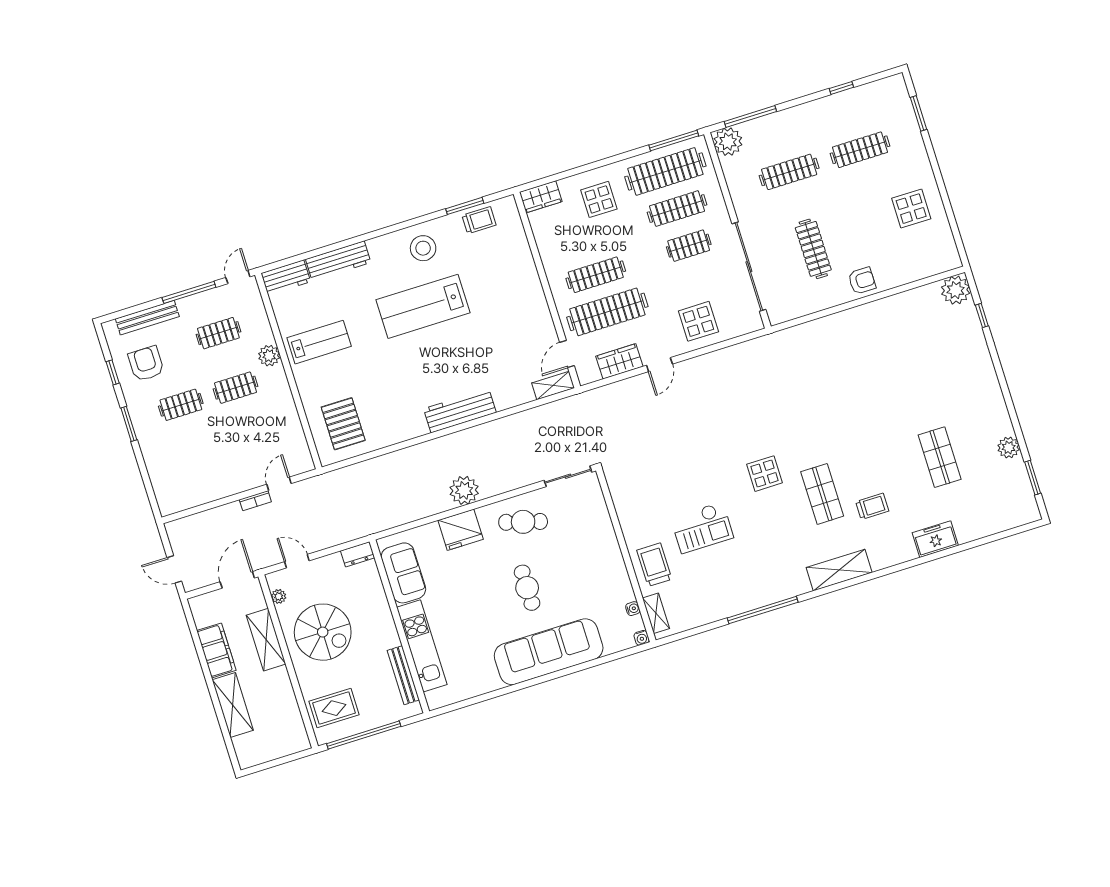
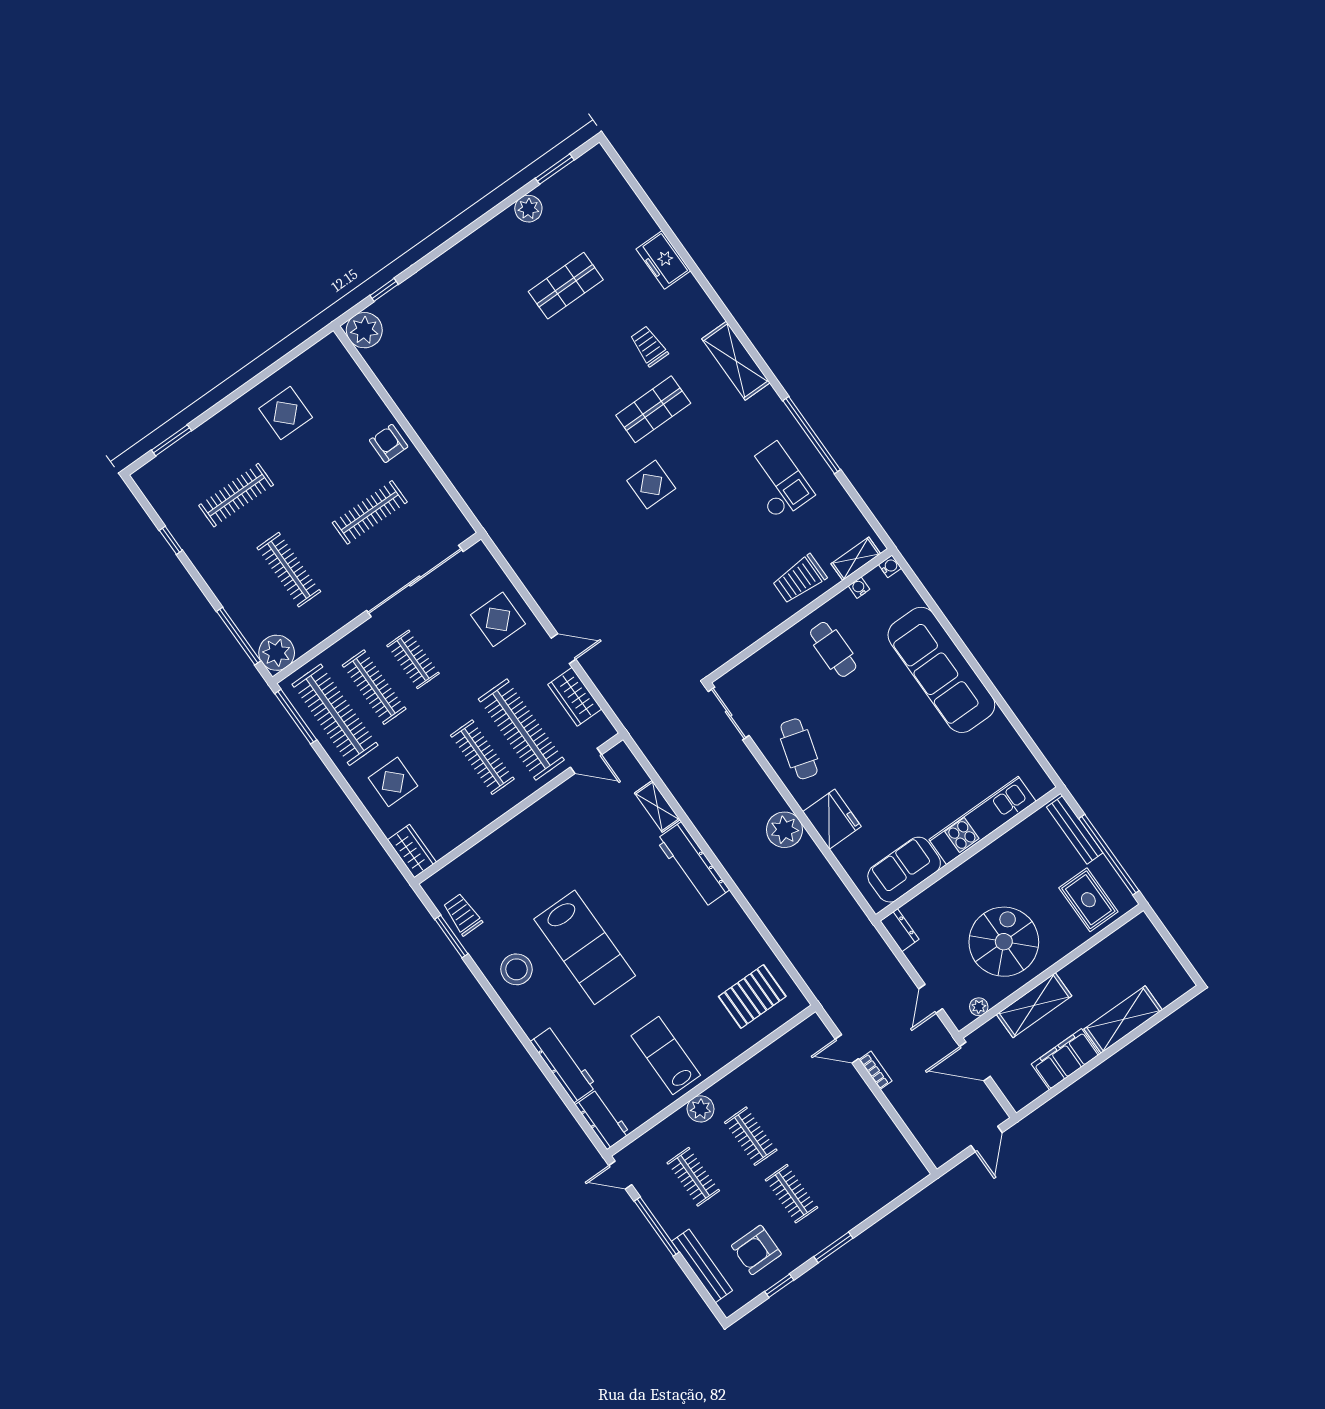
clothes rail: (860, 150) -> (236, 495), turned 90
shelving: (553, 386) -> (657, 806), moved
checkout: (702, 528) -> (777, 481), moved
cafe table: (527, 588) -> (833, 649), moved, turned 90
bench: (403, 675) -> (1075, 830), moved, turned 90

